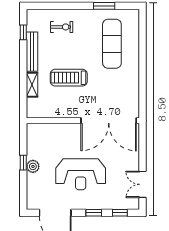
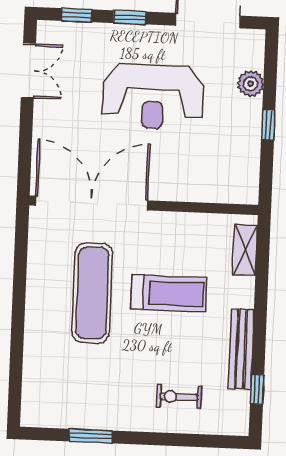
exercise mat: (112, 44) -> (92, 293), moved
shelving: (32, 85) -> (245, 250), moved
plant: (33, 166) -> (250, 84), moved
reception desk: (81, 174) -> (153, 97), turned 180

